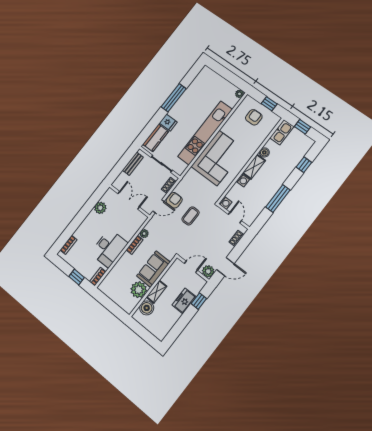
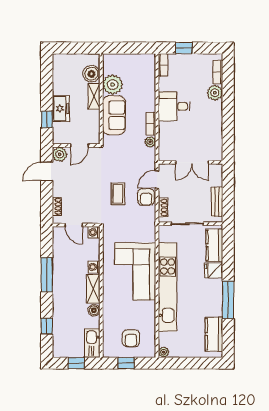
kitchen counter: (199, 83) -> (214, 334), added
plant: (100, 208) -> (215, 93), moved
desk: (109, 248) -> (174, 106), width x0.73

